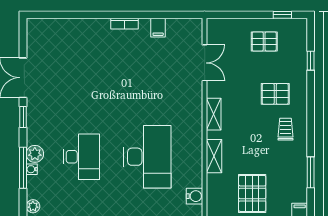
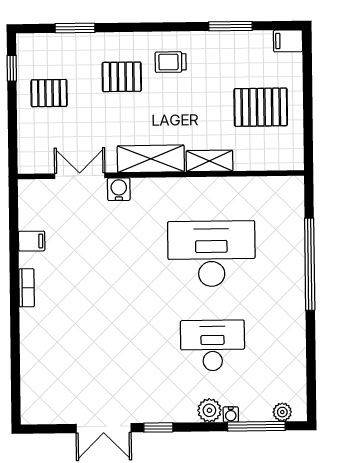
pallet: (264, 41) -> (49, 93), turned 90
window: (311, 61) -> (75, 28), width x1.50
pallet: (275, 94) -> (122, 77), turned 90
shelving: (214, 114) -> (151, 159), width x1.50, depth x1.33
window: (23, 168) -> (256, 426), moved
water cooler: (195, 196) -> (119, 189), moved

